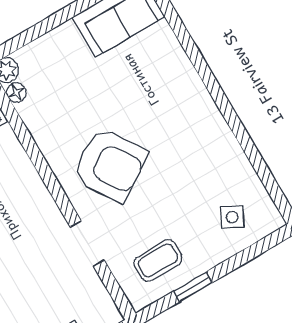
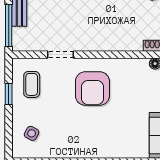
armchair: (110, 165) -> (92, 89), turned -57

